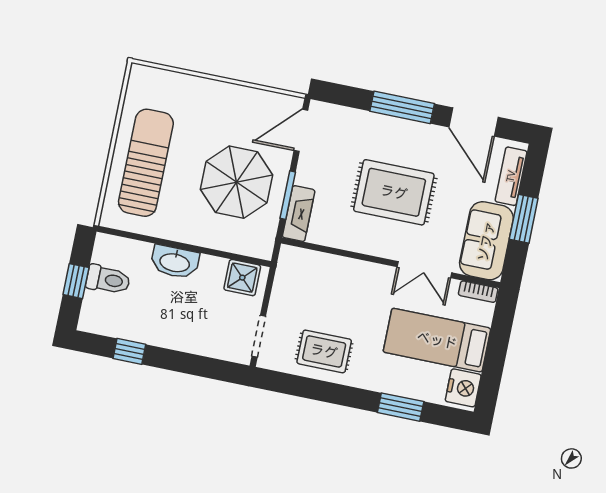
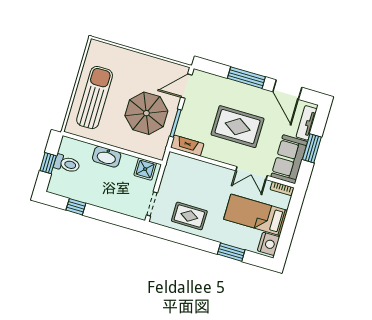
fireplace: (299, 214) -> (187, 146), moved, turned -90

